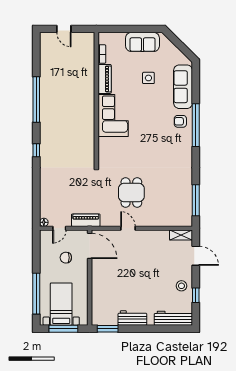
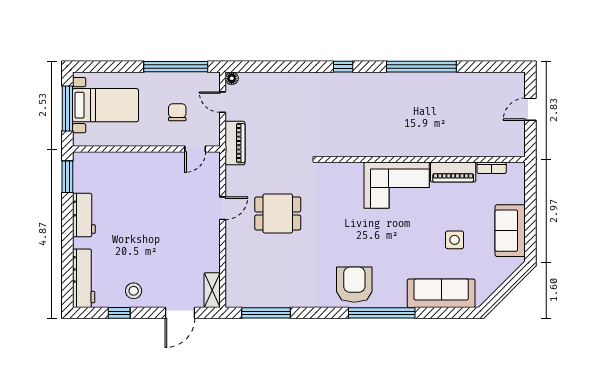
armchair: (180, 121) -> (354, 285), moved, width x1.88, depth x1.88
door: (90, 246) -> (195, 149), width x0.53
window: (36, 294) -> (176, 67), moved

